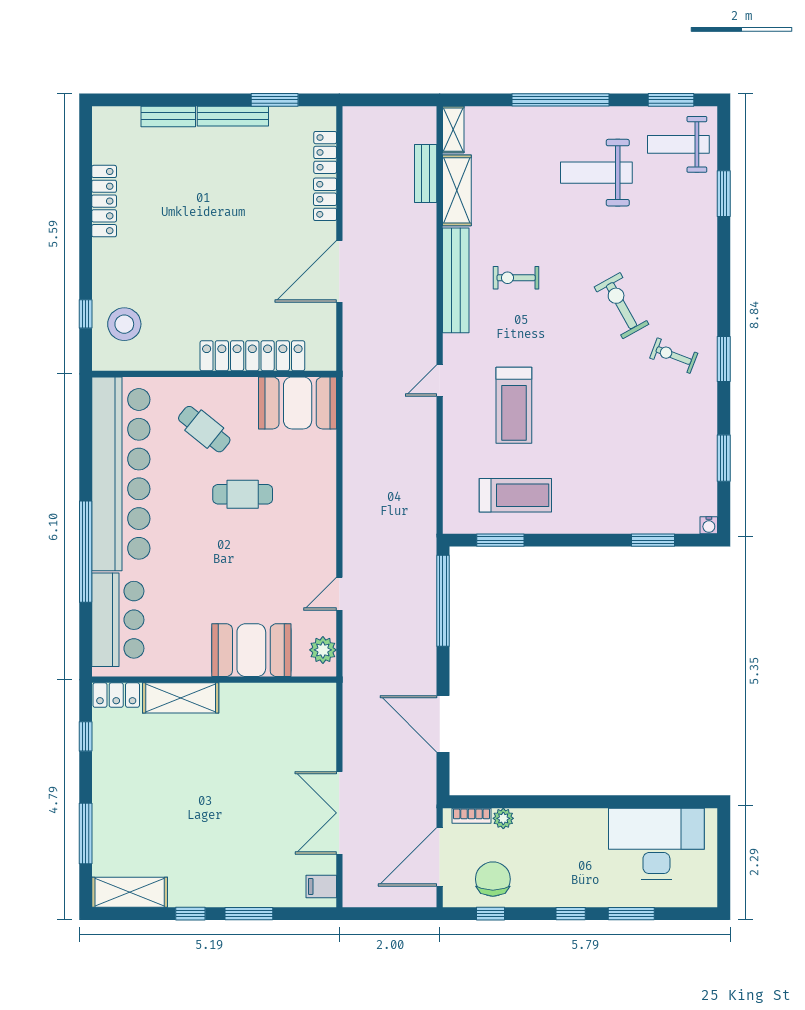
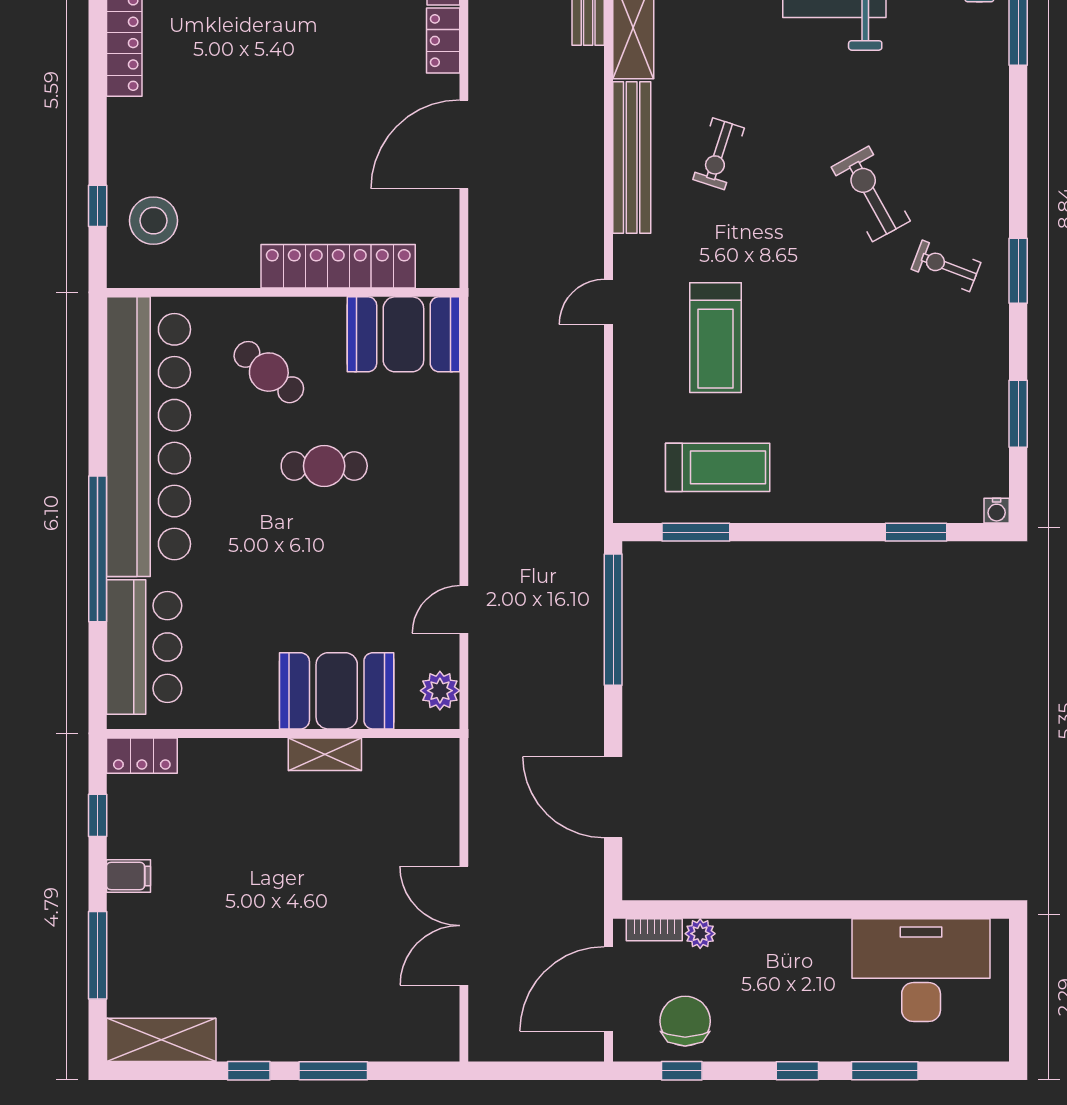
exercise bike: (516, 278) -> (719, 154), turned -72
shelving: (181, 698) -> (325, 754), moved, width x0.67, depth x0.75
filing cabinet: (321, 886) -> (129, 876), moved, turned 180

